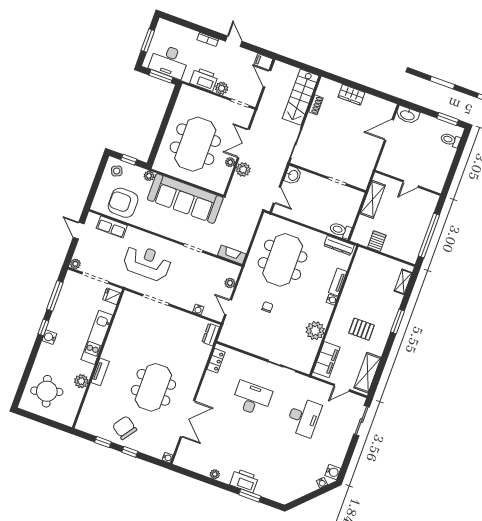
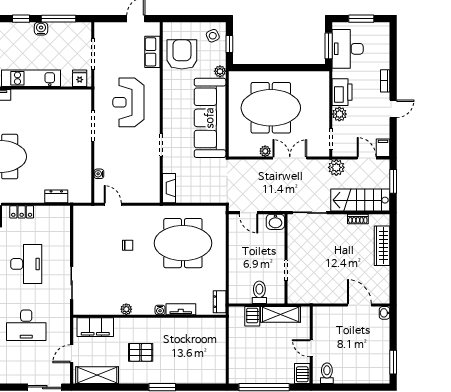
window: (295, 64) -> (393, 181), added
door: (267, 79) -> (367, 158), hinge flipped
wardrobe: (351, 95) -> (382, 246), width x1.50
washbasin: (407, 115) -> (385, 313), width x0.52, depth x0.69
toilet: (450, 140) -> (327, 373), moved
plant: (243, 170) -> (336, 167), moved
door: (277, 195) -> (249, 213), hinge flipped
server rack: (429, 199) -> (302, 373), added
toilet: (340, 230) -> (259, 292), moved
server rack: (377, 241) -> (252, 316), moved, turned 90
dresser: (339, 245) -> (220, 302), width x0.70
reception desk: (147, 263) -> (128, 102), turned 180
plant: (75, 264) -> (100, 28), removed
shelving: (403, 282) -> (206, 378), removed
plant: (230, 283) -> (139, 197), removed
door: (228, 307) -> (113, 204), hinge flipped
pallet: (362, 329) -> (141, 352), turned 90
plant: (315, 331) -> (126, 309), width x0.53, depth x0.53
dresser: (211, 335) -> (56, 196), moved
water cooler: (49, 337) -> (41, 29), moved
locker: (216, 361) -> (22, 212), moved
door: (342, 388) -> (72, 354), hinge flipped

